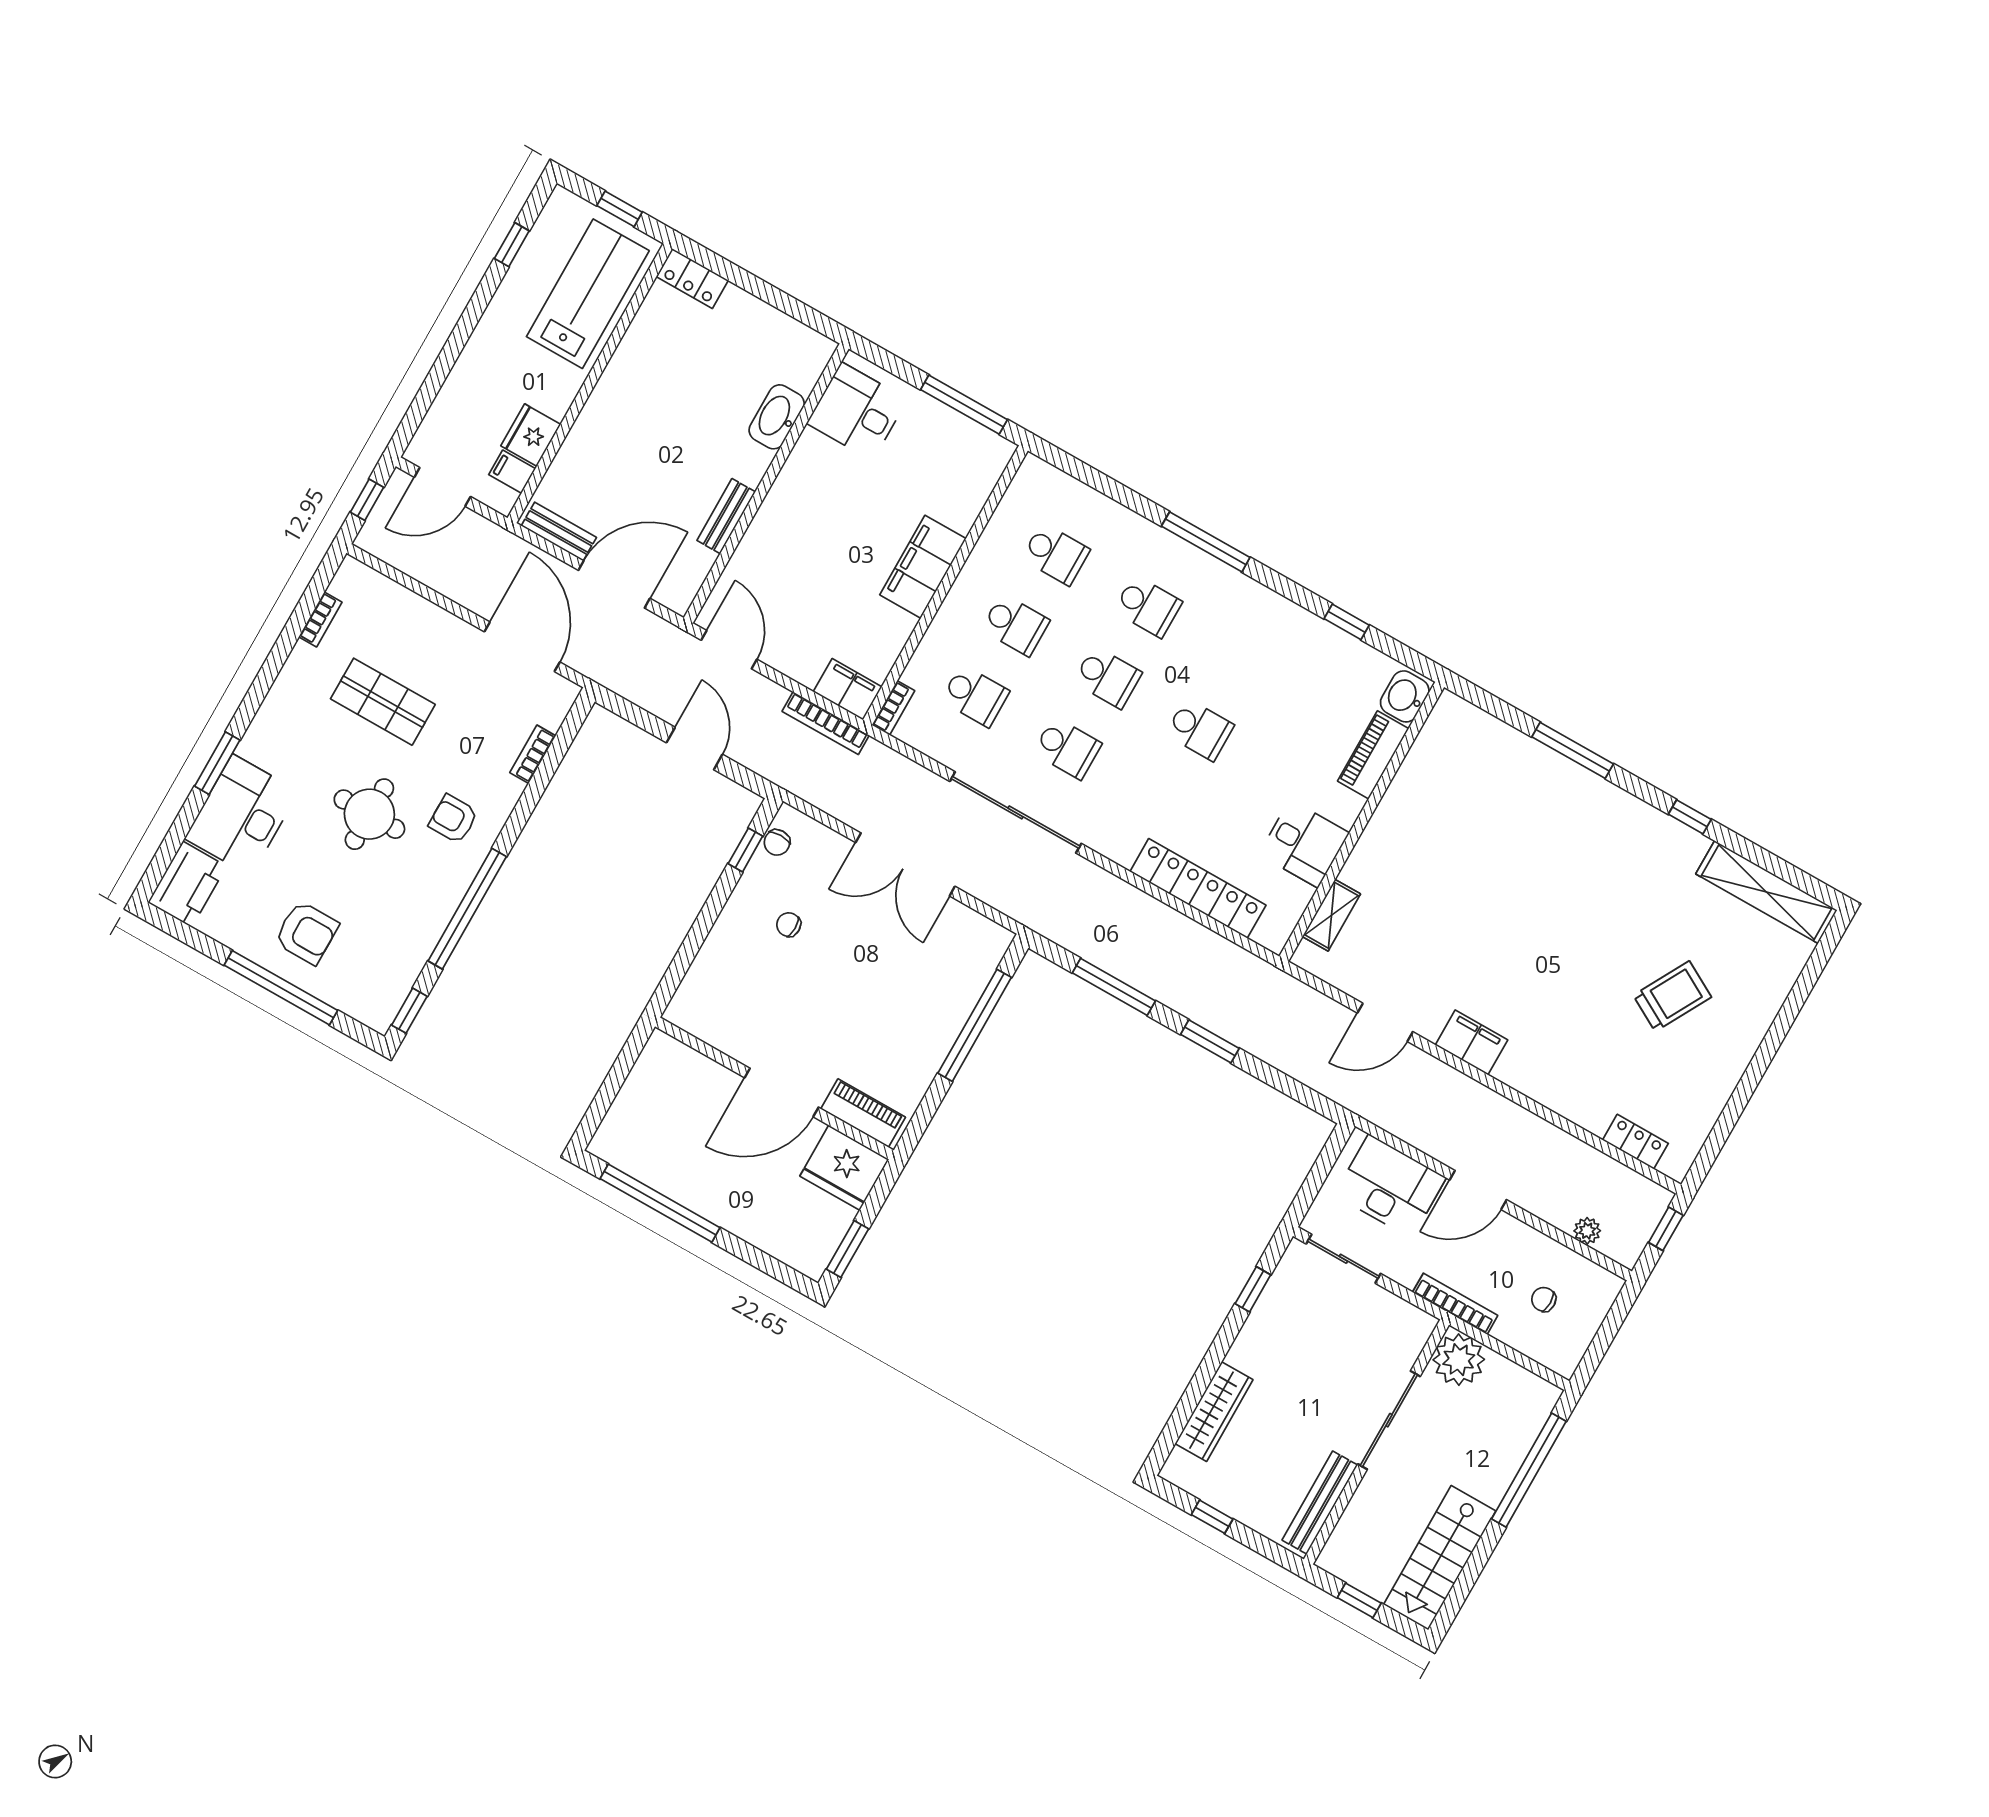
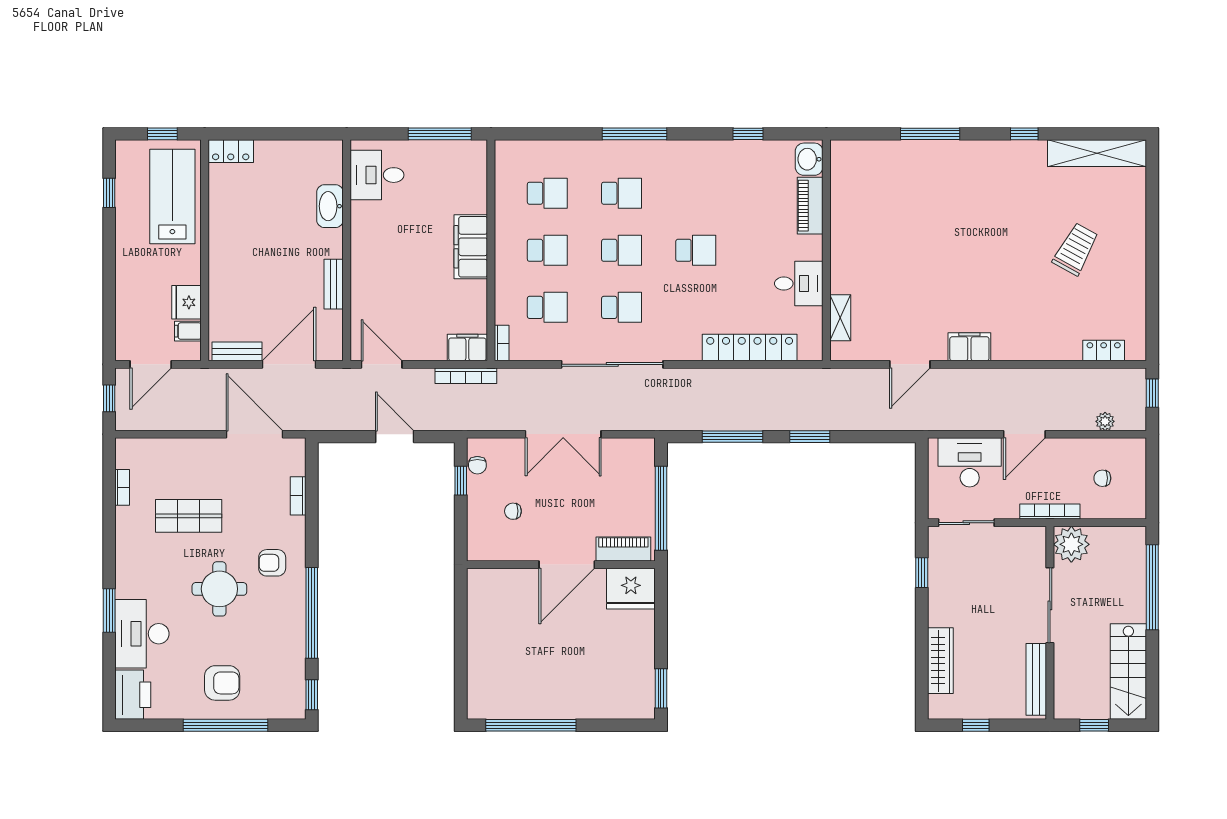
wall: (774, 1088) -> (561, 565), moved
door: (782, 1093) -> (567, 565), moved
piano: (863, 1113) -> (623, 549), moved
fridge: (844, 1168) -> (631, 589), moved

